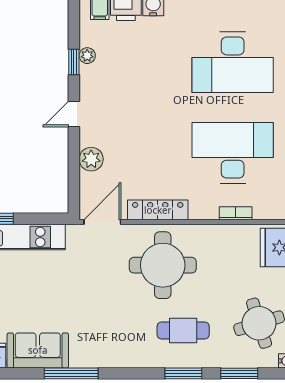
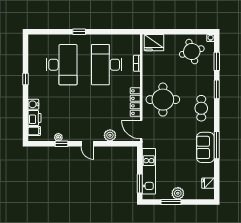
cafe table: (183, 330) -> (201, 108), moved
sofa: (38, 350) -> (205, 147), moved

